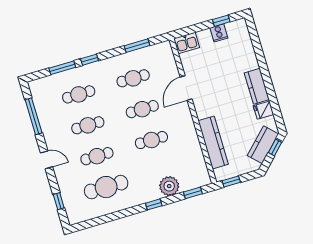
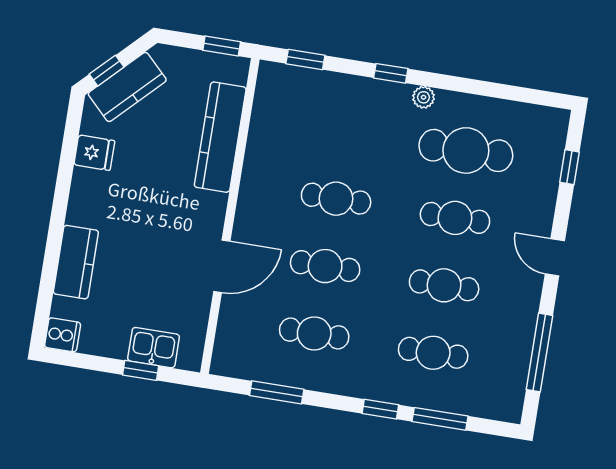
window: (221, 21) -> (141, 370), moved
cooker: (219, 33) -> (63, 335), moved, turned 90
kitchen sink: (187, 43) -> (154, 348), moved
kitchen counter: (257, 86) -> (76, 262), moved
plant: (169, 186) -> (424, 97), moved, width x0.53, depth x0.53

